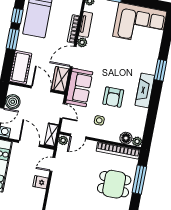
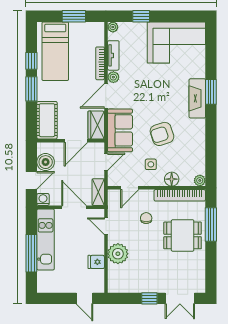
door: (41, 89) -> (76, 141), swing flipped
fireplace: (145, 90) -> (197, 98), moved
armchair: (113, 97) -> (162, 134), turned 72
door: (63, 111) -> (106, 162), hinge flipped
floor lamp: (126, 138) -> (172, 179), moved
plant: (63, 140) -> (118, 254), moved, width x1.88, depth x1.88
door: (52, 164) -> (106, 226), hinge flipped
chair: (87, 164) -> (146, 218), added
fridge: (41, 182) -> (96, 262), moved

